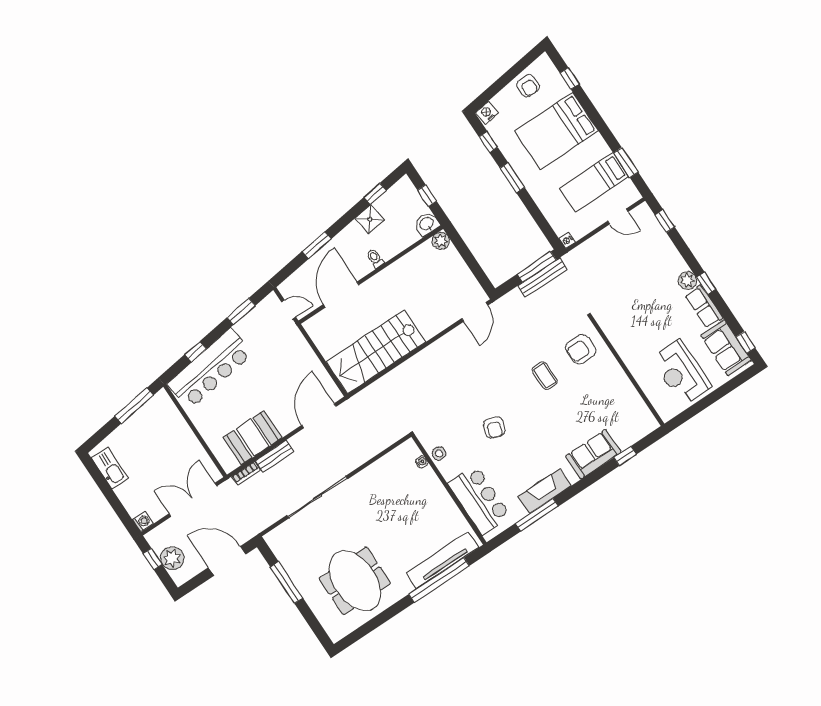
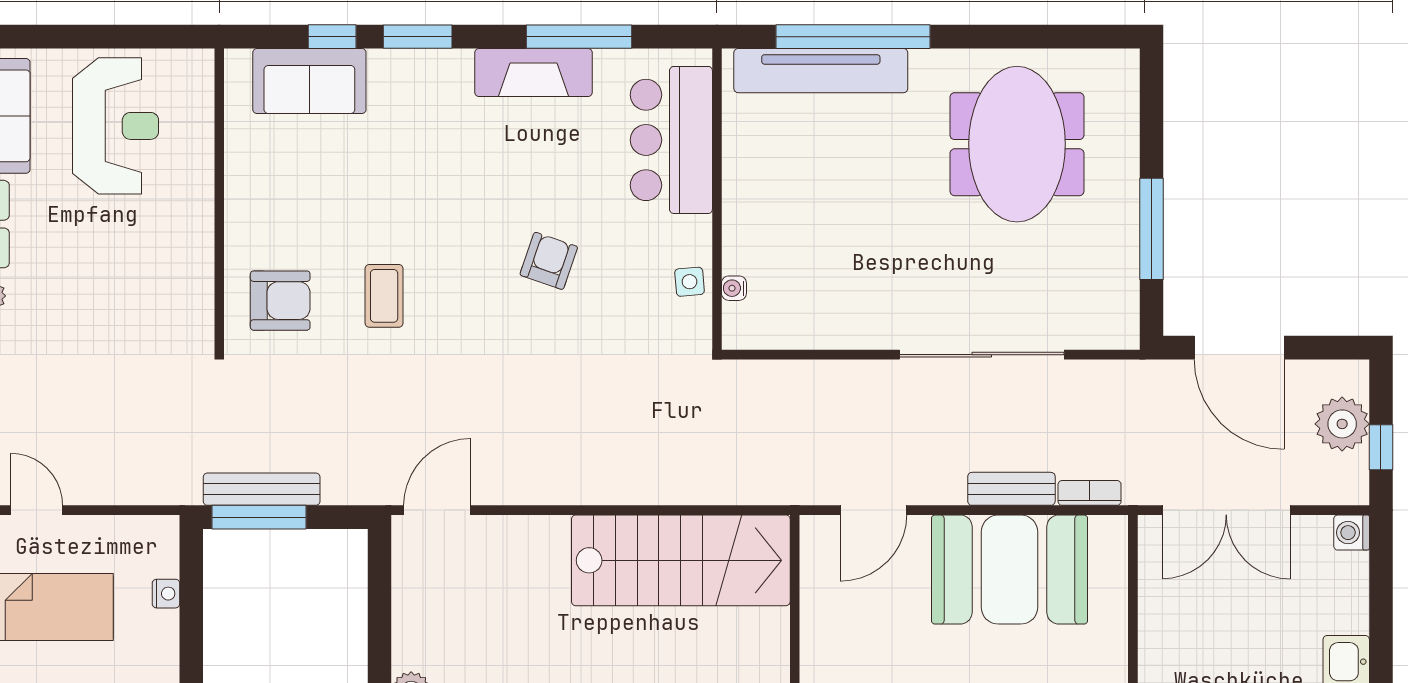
nightstand: (567, 240) -> (166, 594), moved
door: (319, 416) -> (873, 510), width x0.73
booth: (253, 438) -> (1009, 570), width x1.36, depth x1.42
sofa: (593, 454) -> (309, 81), moved
window: (595, 476) -> (418, 37), added

